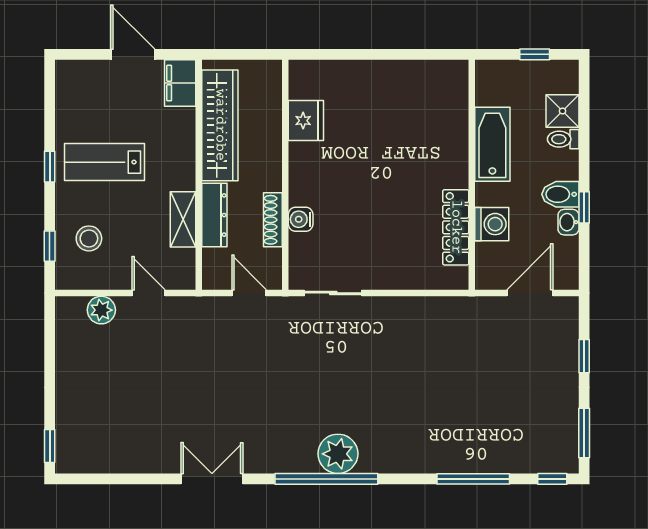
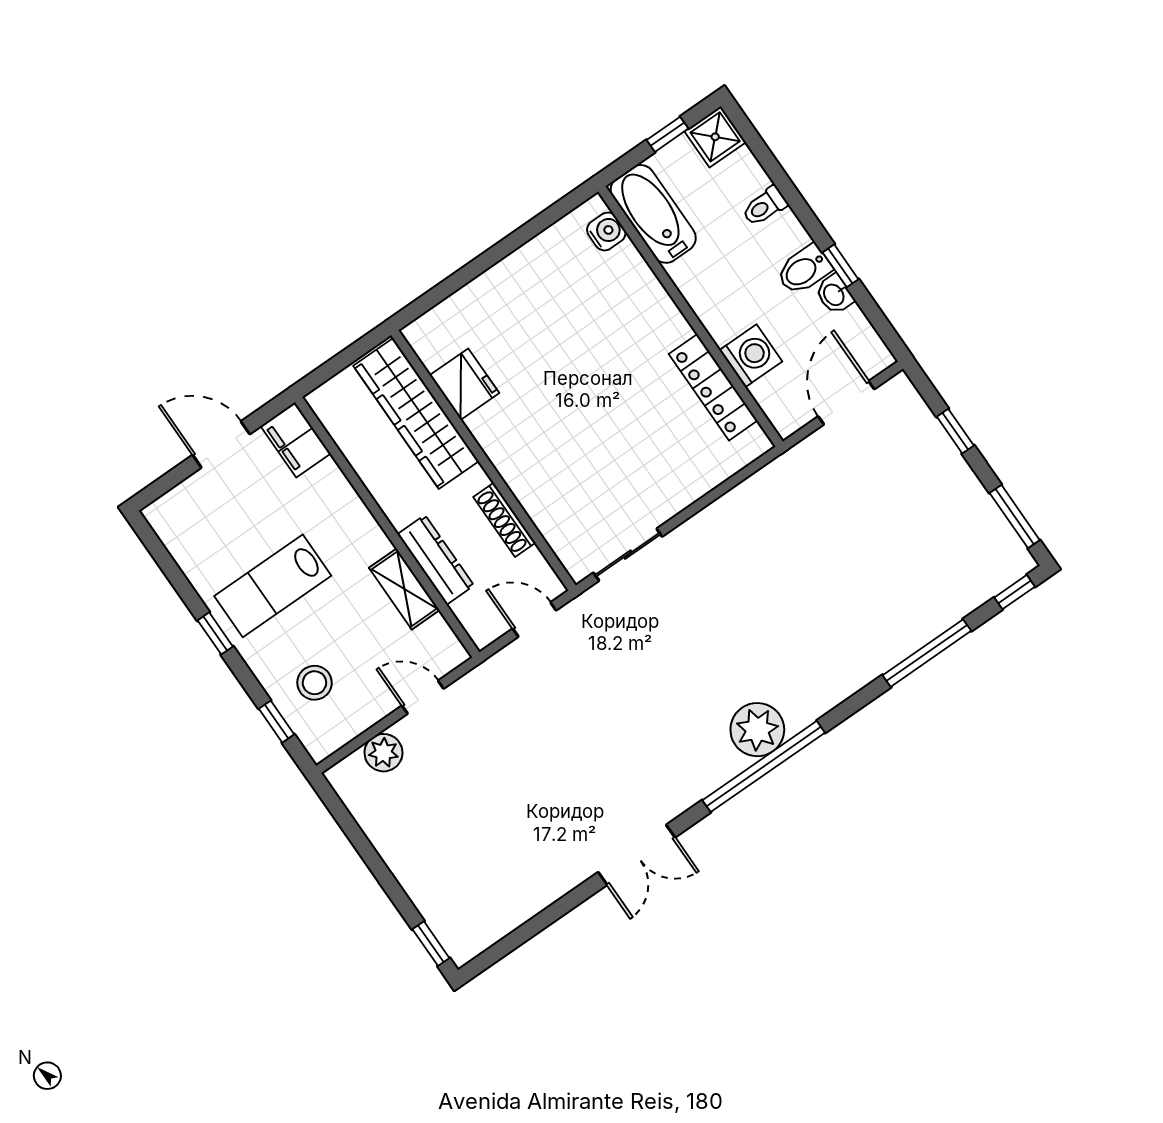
shower: (563, 111) -> (715, 137), moved
wardrobe: (220, 125) -> (416, 414), moved, turned 180
bathtub: (492, 144) -> (653, 214), moved
water cooler: (301, 219) -> (606, 231), moved, turned 180
double door: (212, 479) -> (637, 855), swing flipped

